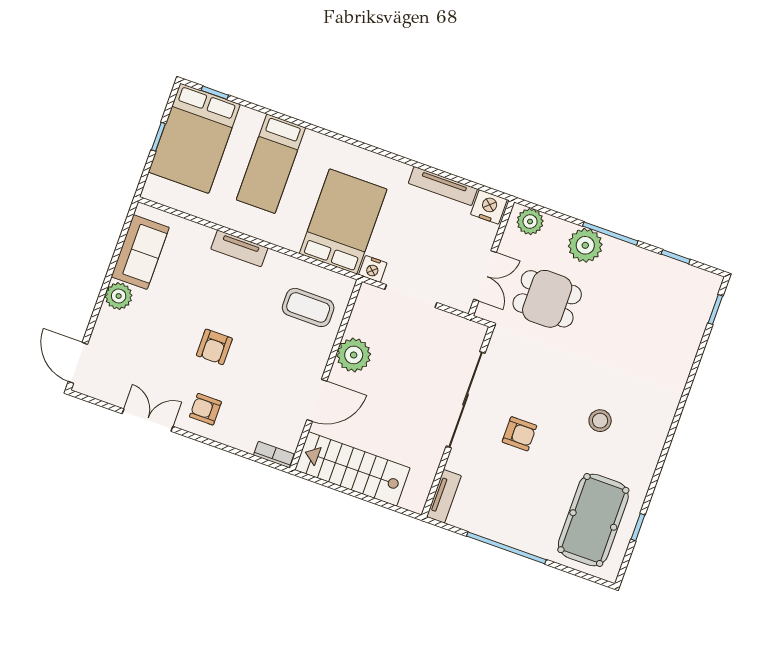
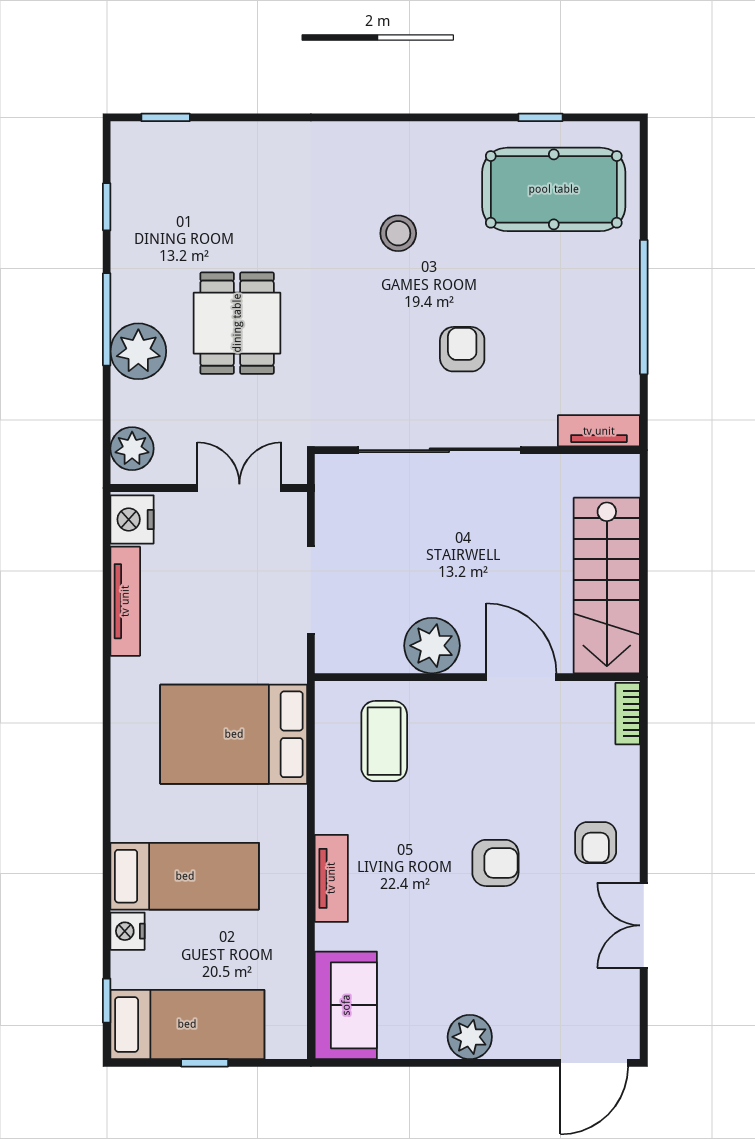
bed: (194, 138) -> (187, 1024), width x0.67
sofa: (140, 252) -> (346, 1005), moved, turned 90
nightstand: (373, 269) -> (128, 931), moved, turned 180
dining table: (547, 299) -> (237, 323), moved

